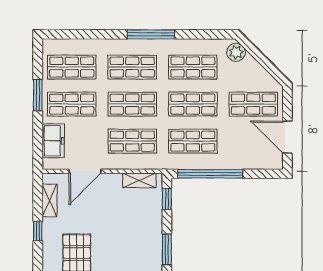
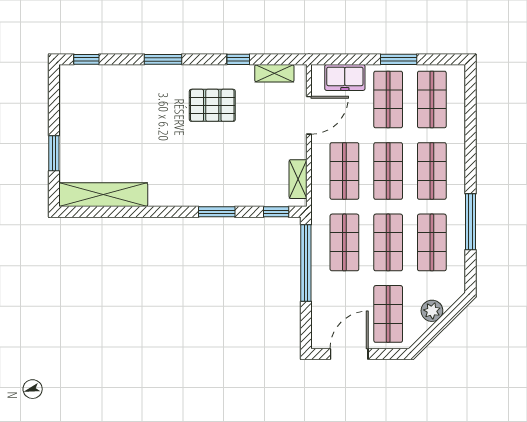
window: (151, 34) -> (470, 222), moved
plant: (236, 52) -> (432, 311), moved
door: (85, 171) -> (309, 115), swing flipped

